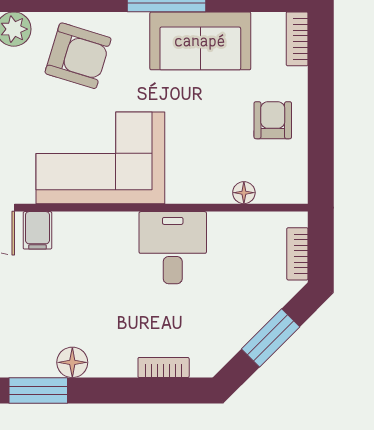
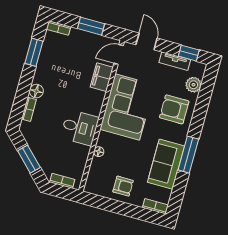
armchair: (78, 56) -> (174, 109), turned 73
floor lamp: (244, 193) -> (99, 152), moved
filing cabinet: (37, 230) -> (102, 77), width x2.00
floor lamp: (72, 362) -> (36, 91), moved

